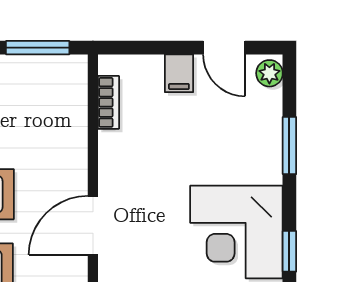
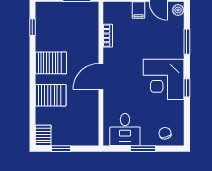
bookcase: (108, 102) -> (108, 36), moved

